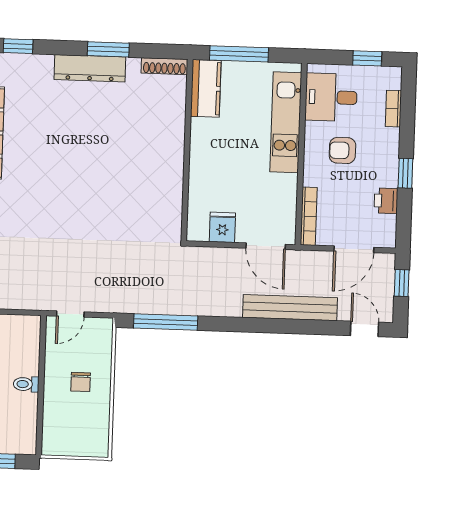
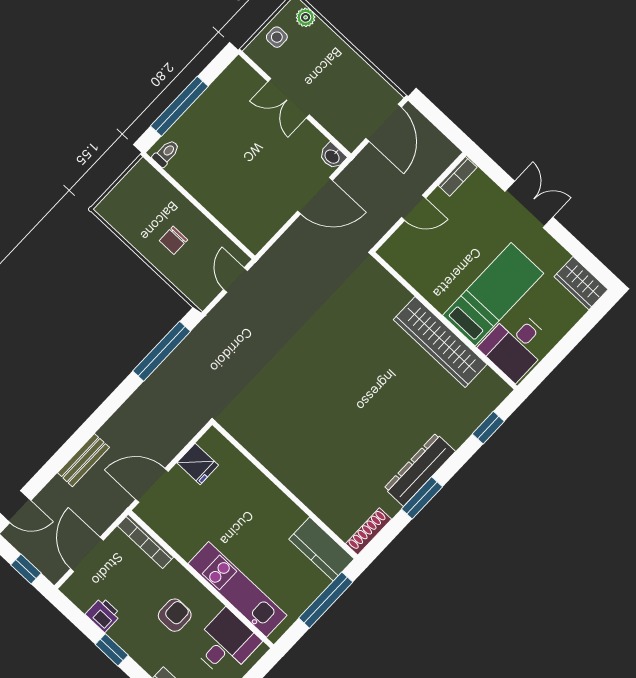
bench: (290, 308) -> (83, 460), width x0.54, depth x0.82
chair: (81, 382) -> (173, 240), turned -90
toilet: (26, 384) -> (166, 153), moved

